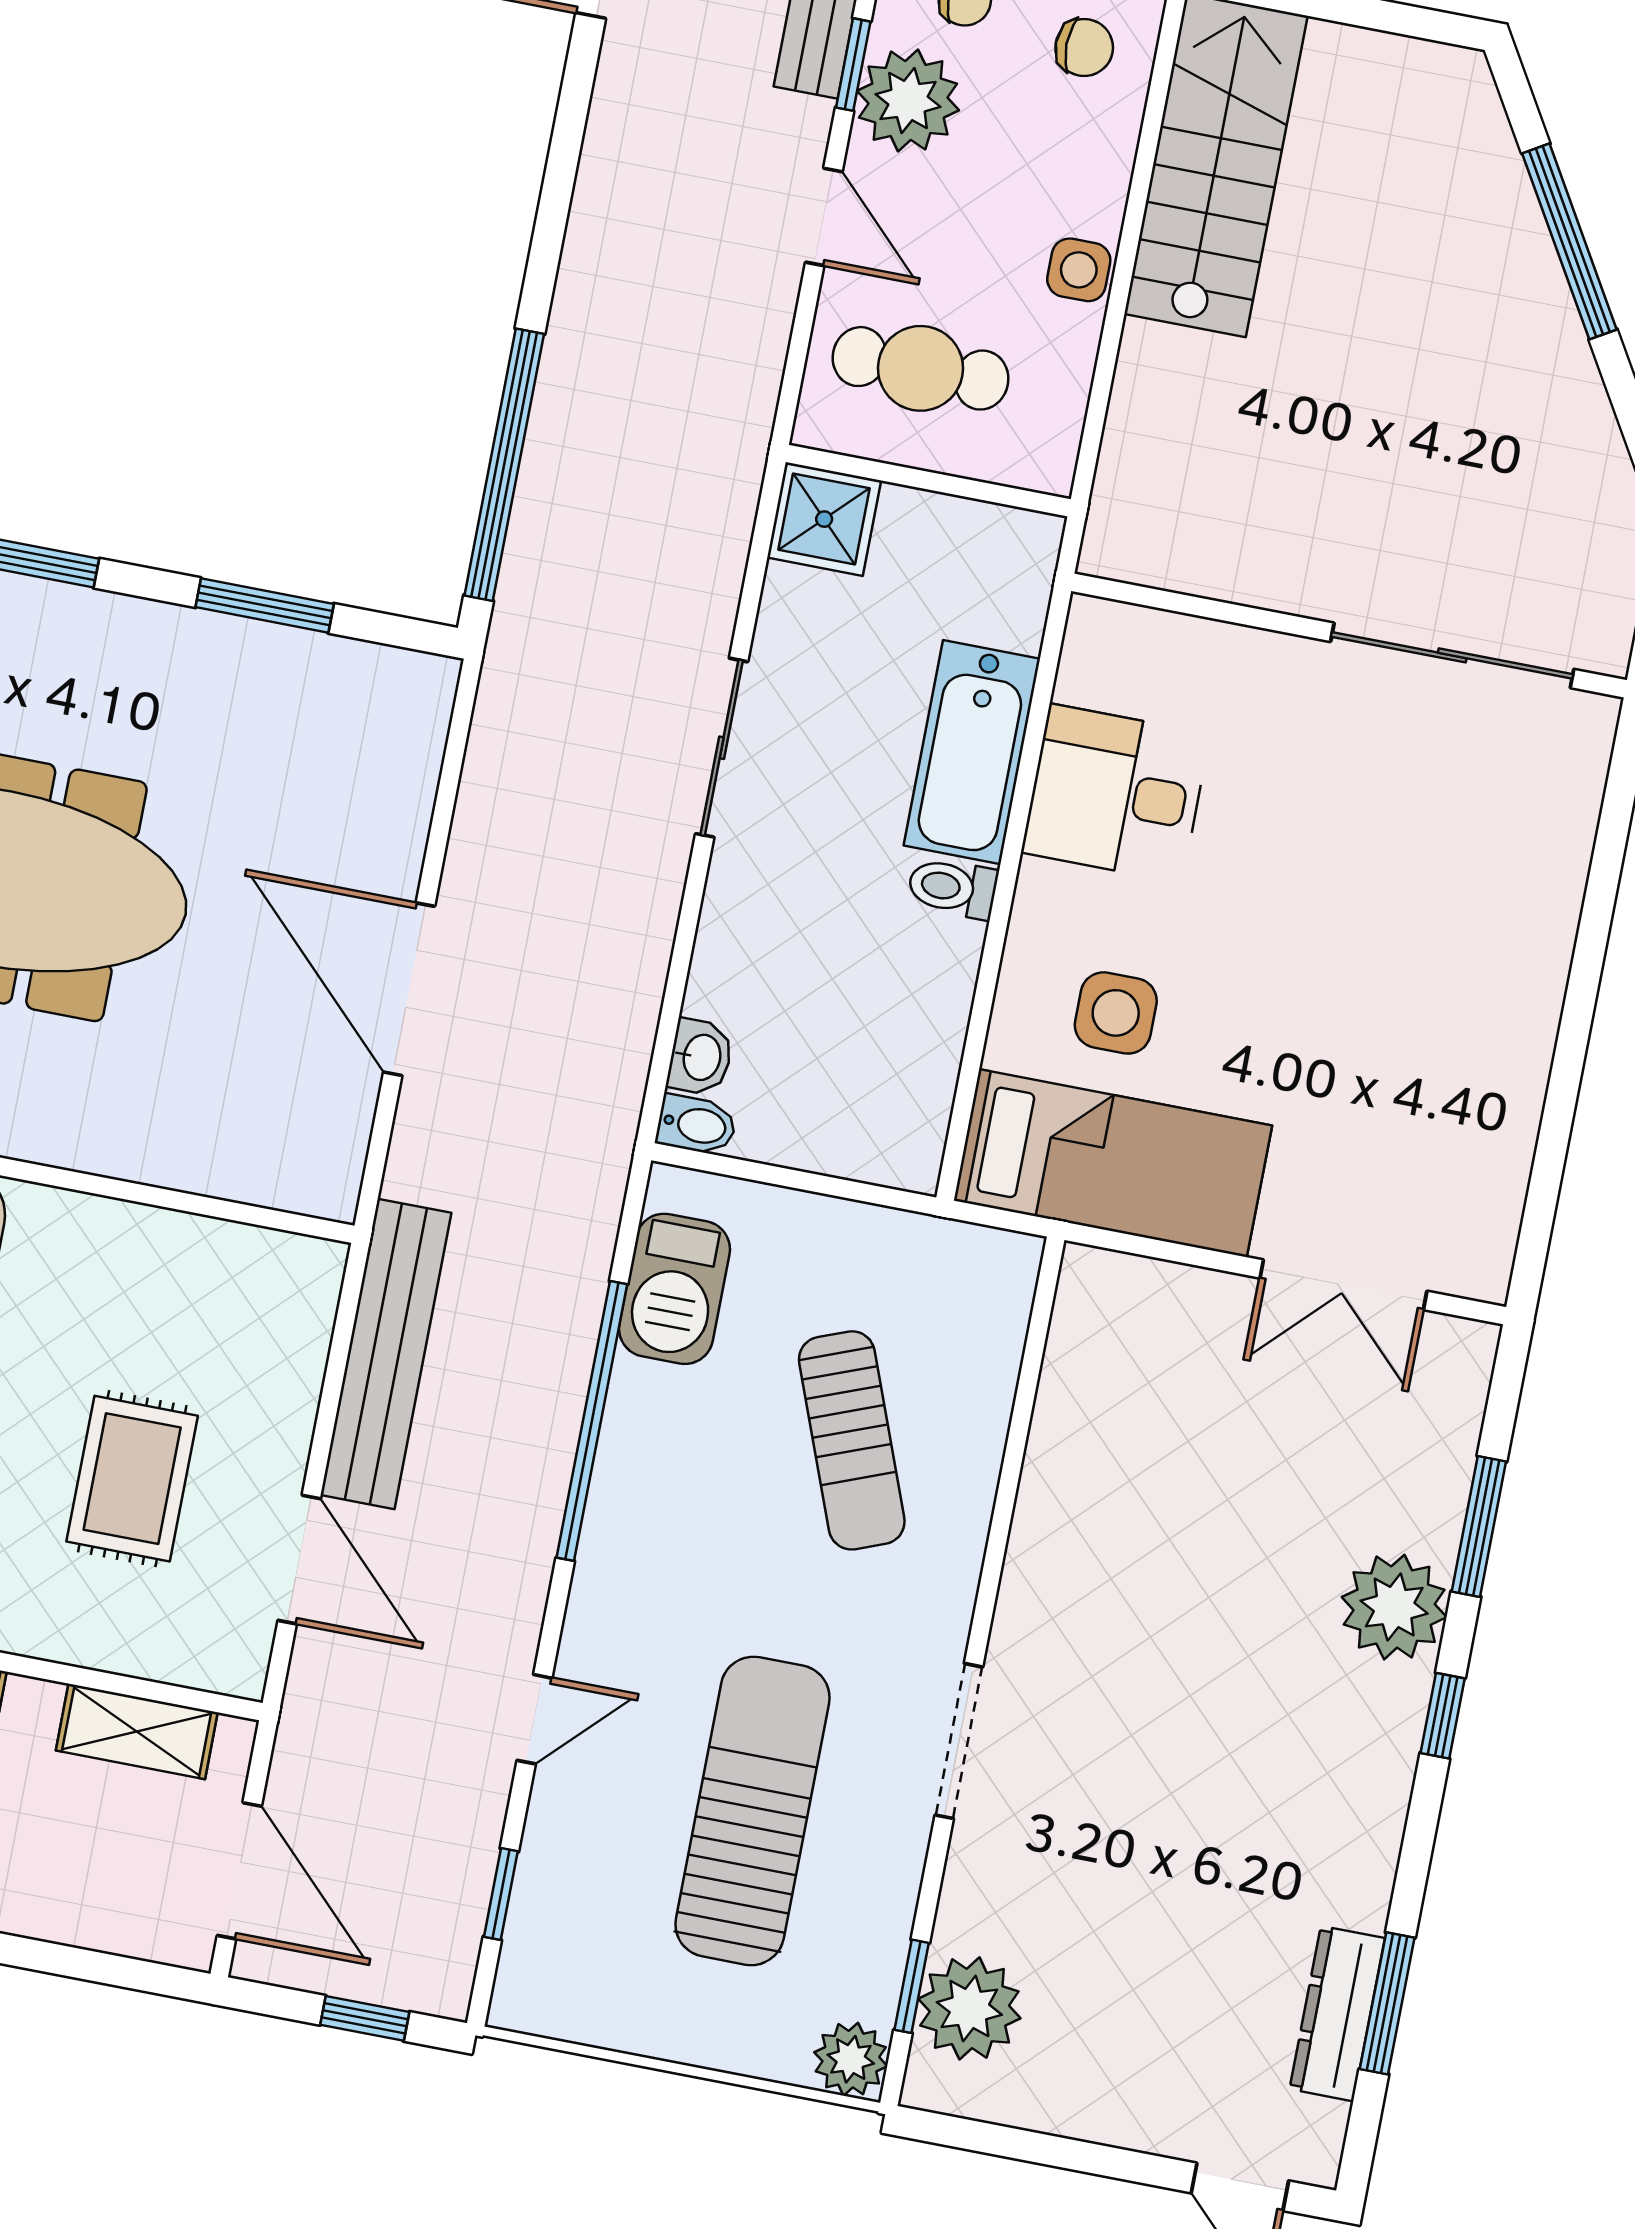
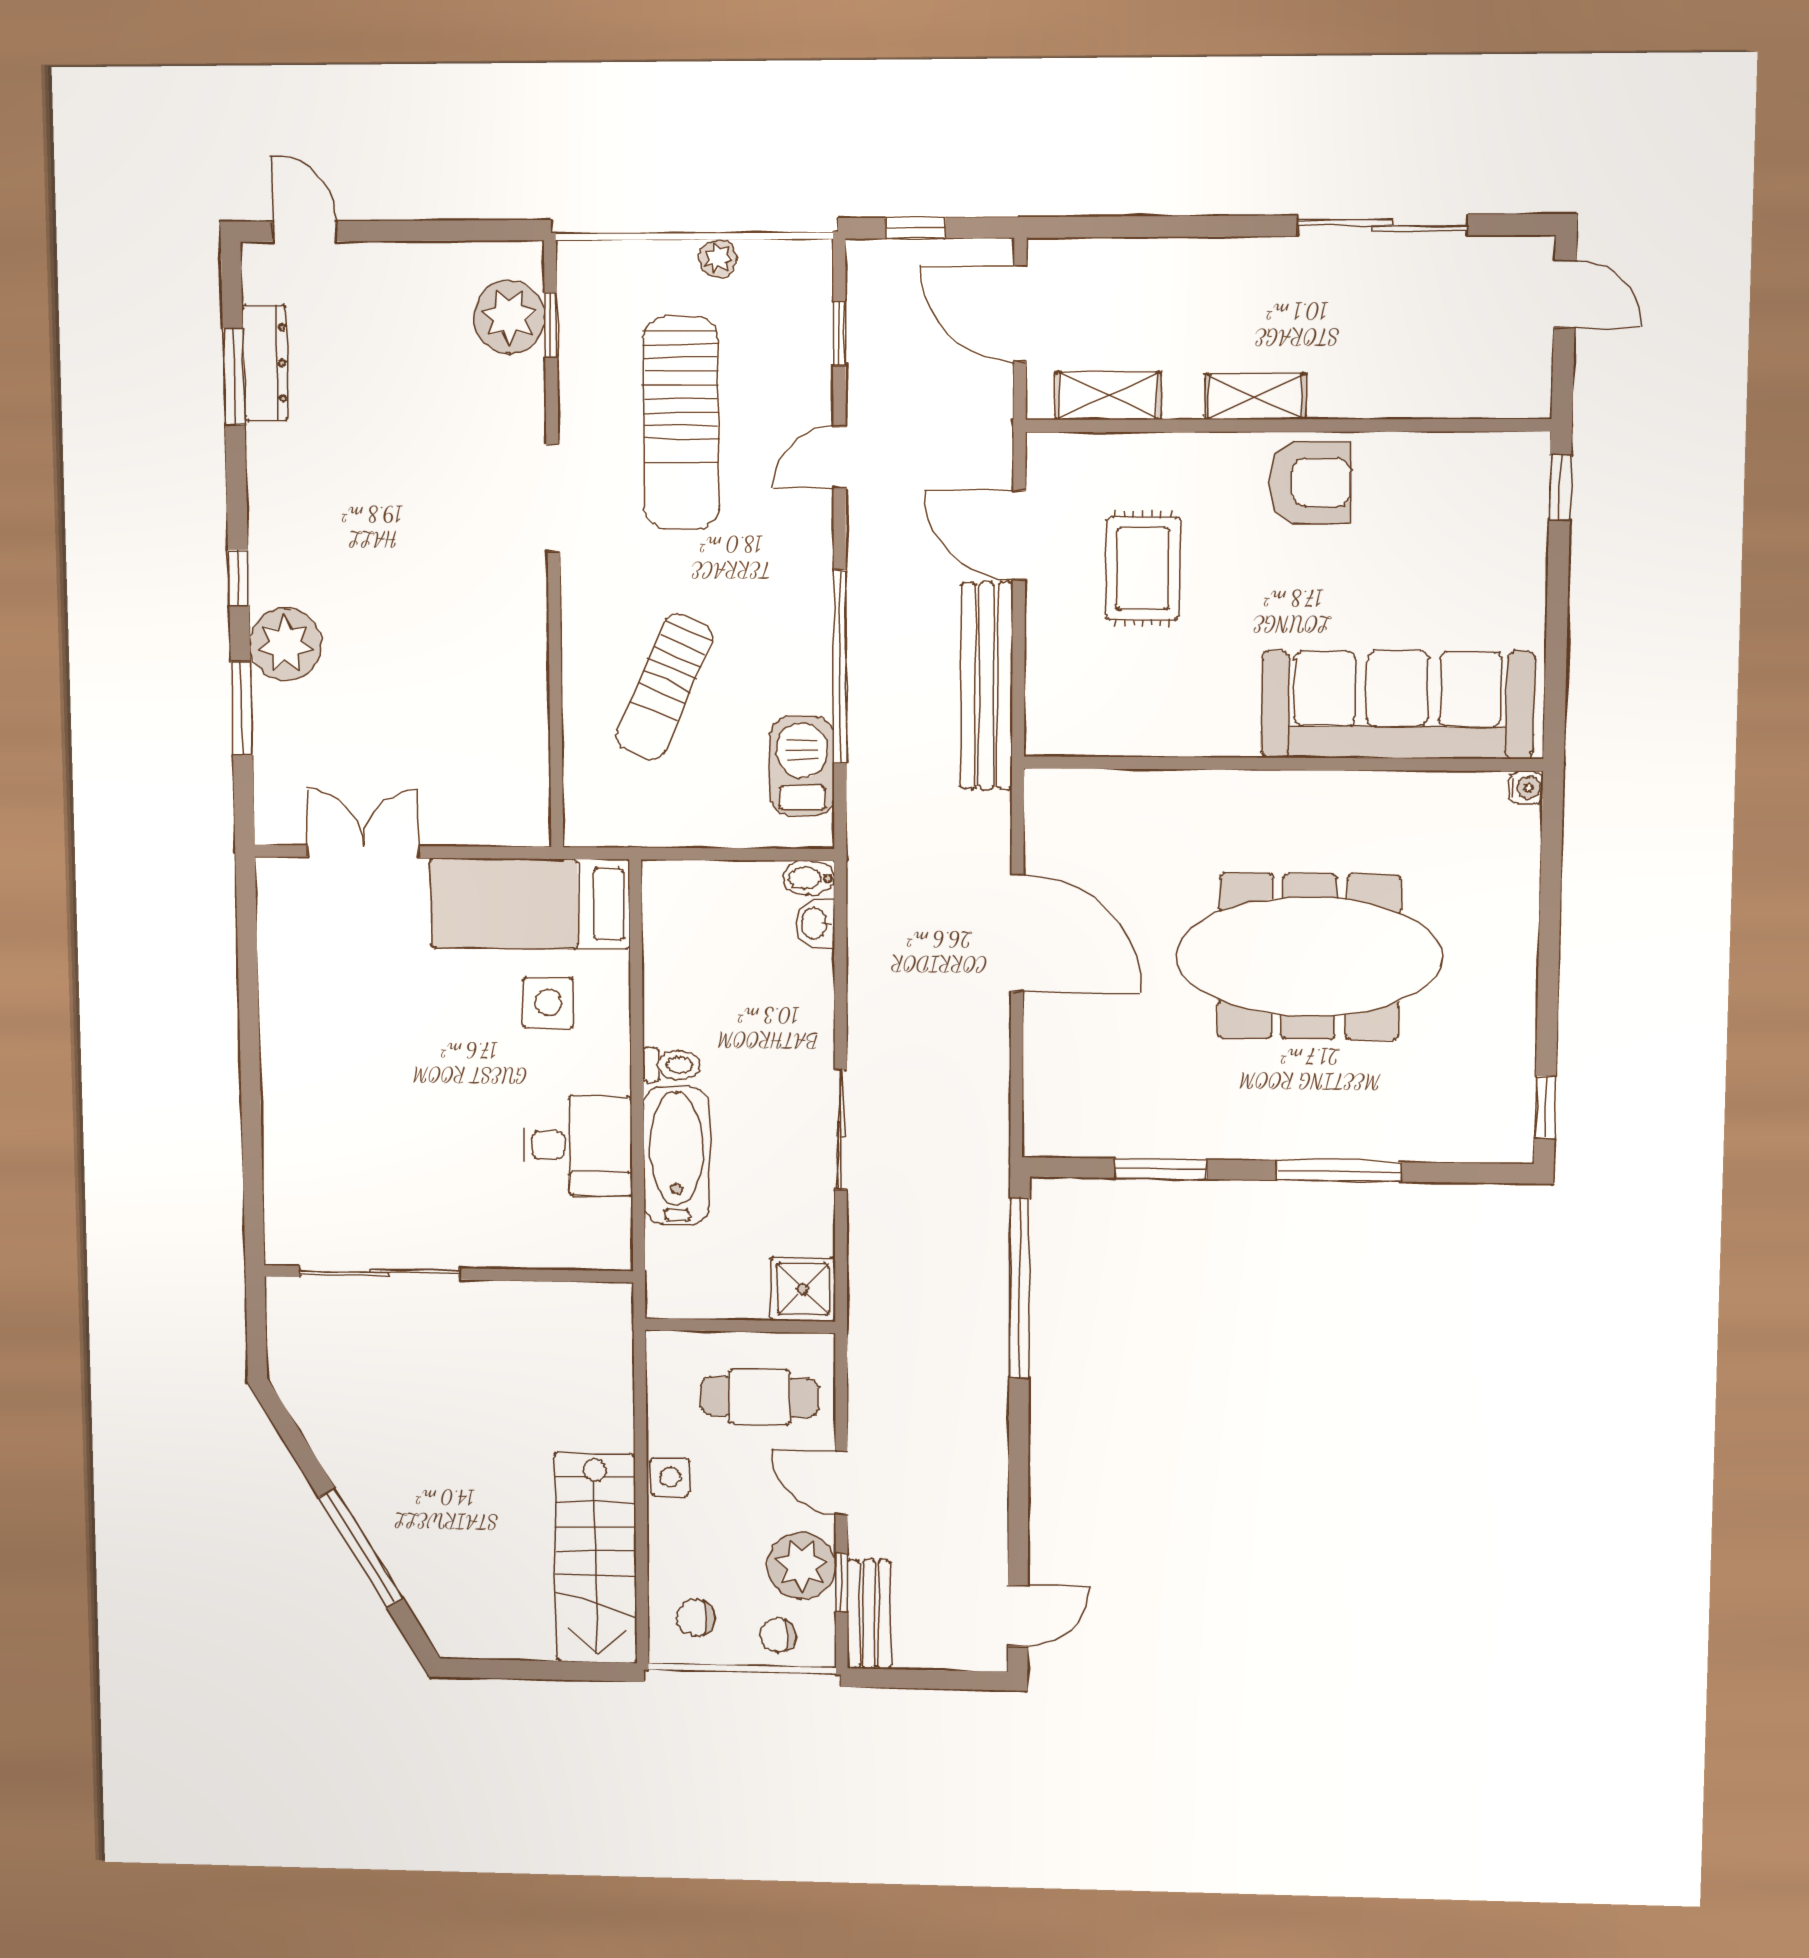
sun lounger: (852, 1440) -> (665, 687), turned -135
plant: (851, 2059) -> (718, 258), moved, width x0.73, depth x0.73

